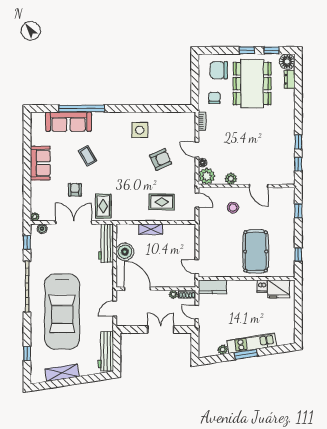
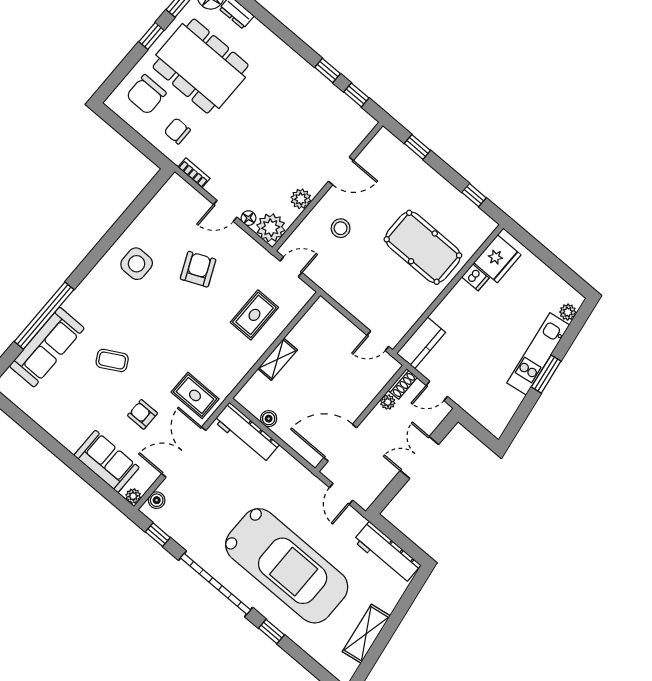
sofa: (40, 163) -> (107, 461), moved
boiler: (125, 252) -> (269, 419), width x0.54, depth x0.54
plant: (223, 350) -> (568, 312), moved
window: (27, 353) -> (272, 631), moved

